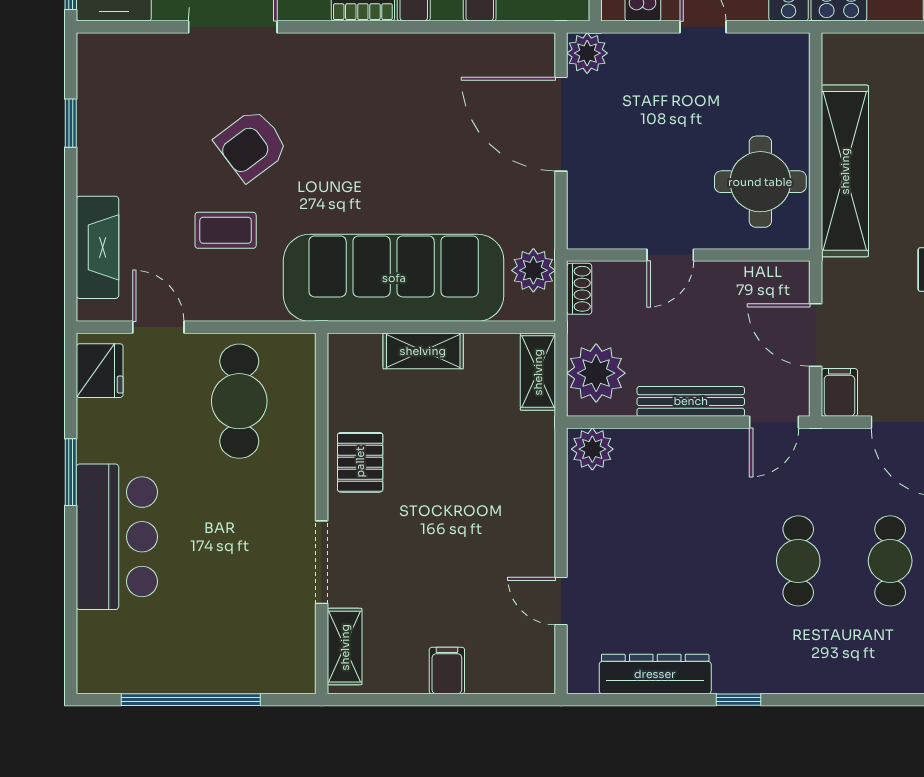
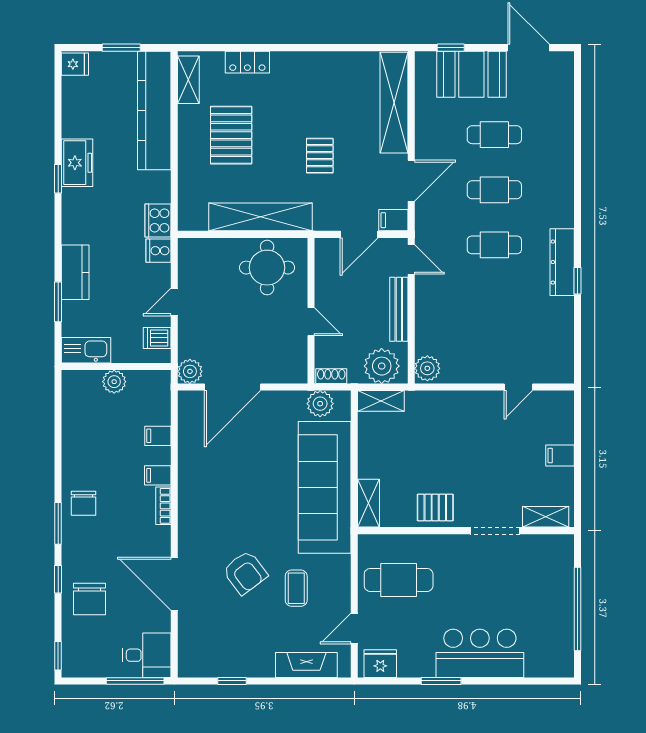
shelving: (423, 351) -> (368, 503), moved
dresser: (655, 674) -> (562, 262), moved

